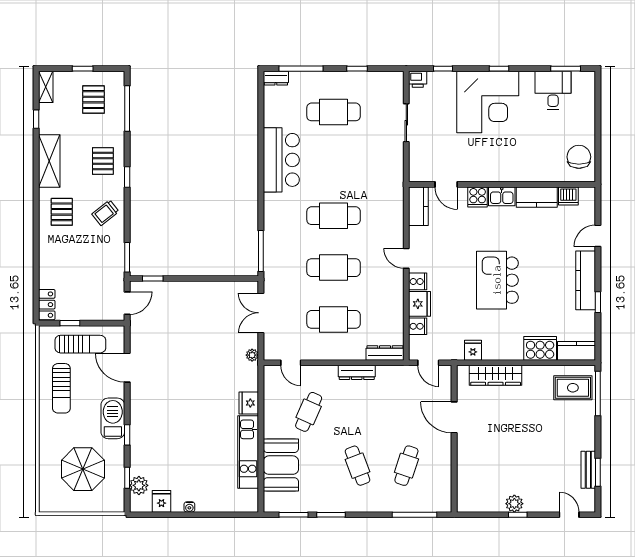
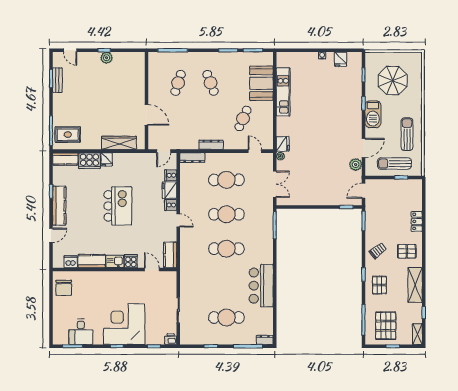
pallet: (93, 100) -> (386, 326), width x1.50, depth x1.42
pallet: (62, 212) -> (407, 251), turned 90
locker: (47, 305) -> (417, 221), moved
fridge: (473, 350) -> (107, 159), moved
door: (428, 363) -> (164, 151), swing flipped
door: (127, 368) -> (363, 148), hinge flipped
fridge: (249, 403) -> (283, 144), moved
plant: (139, 485) -> (356, 164), moved

